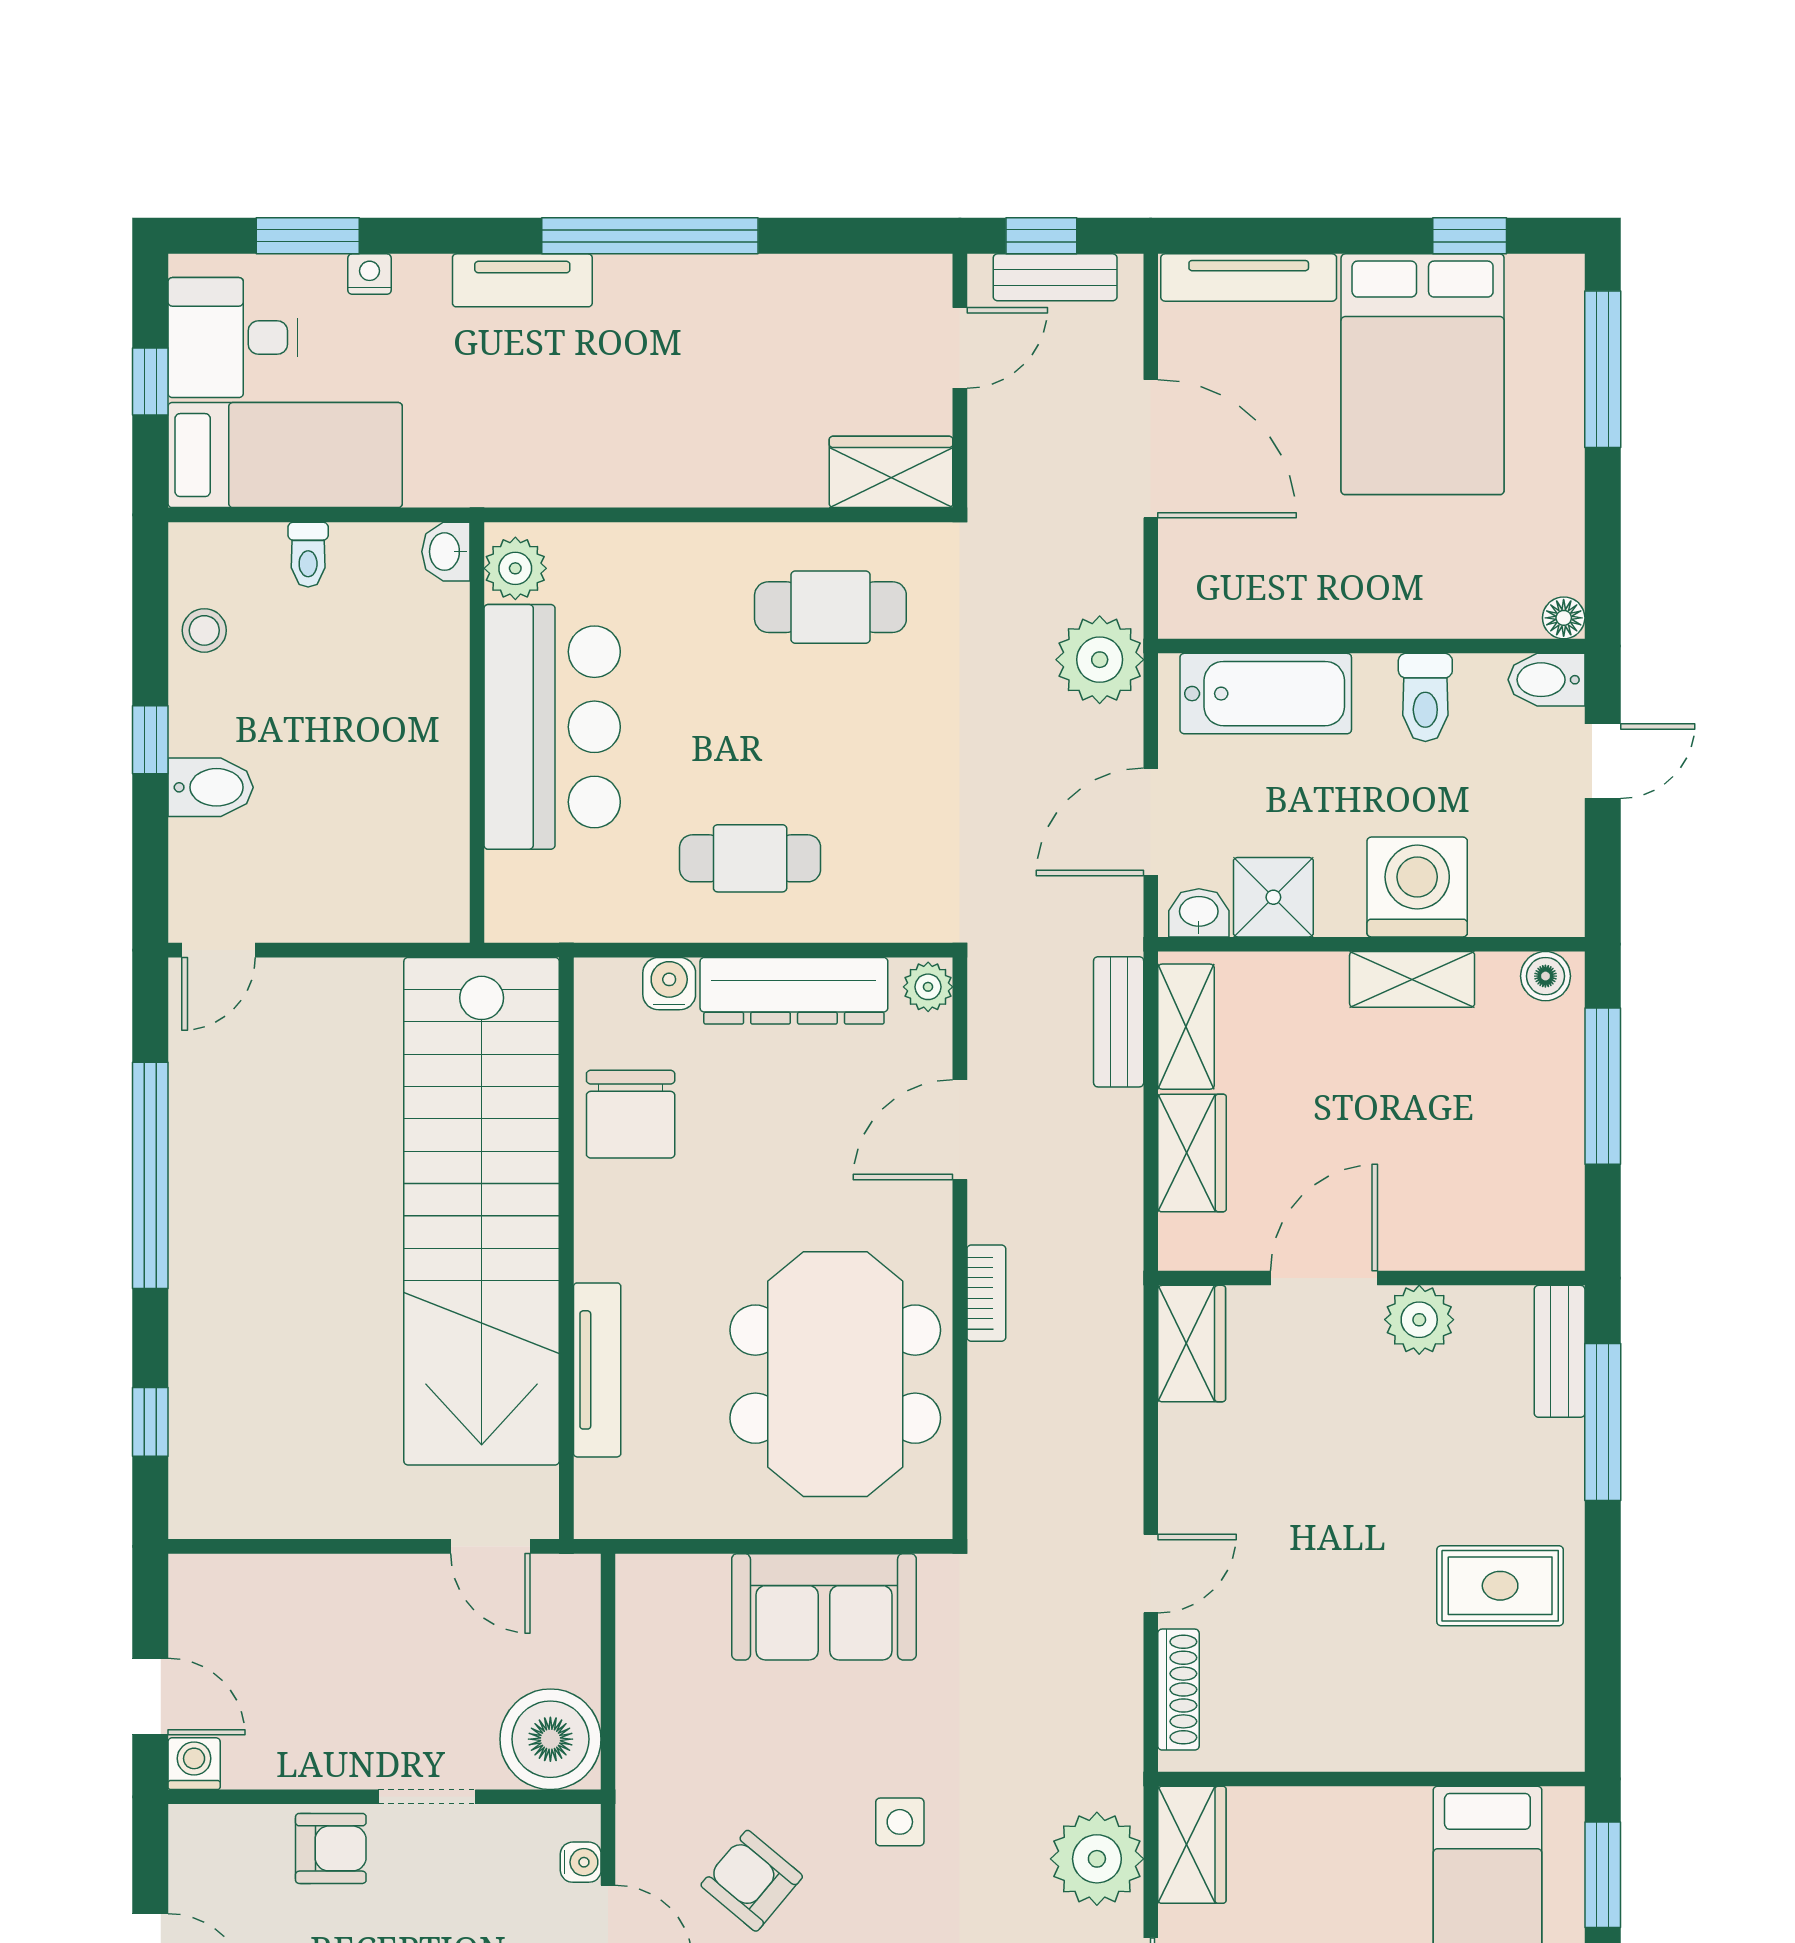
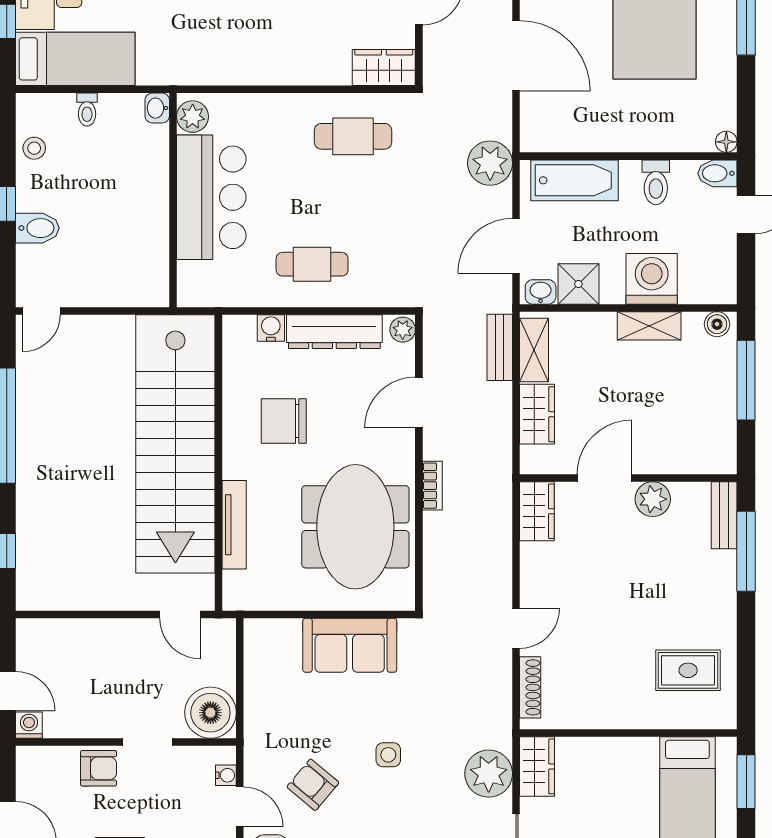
chair: (631, 1114) -> (284, 421), moved, turned 90
rug: (1500, 1586) -> (688, 670), moved

